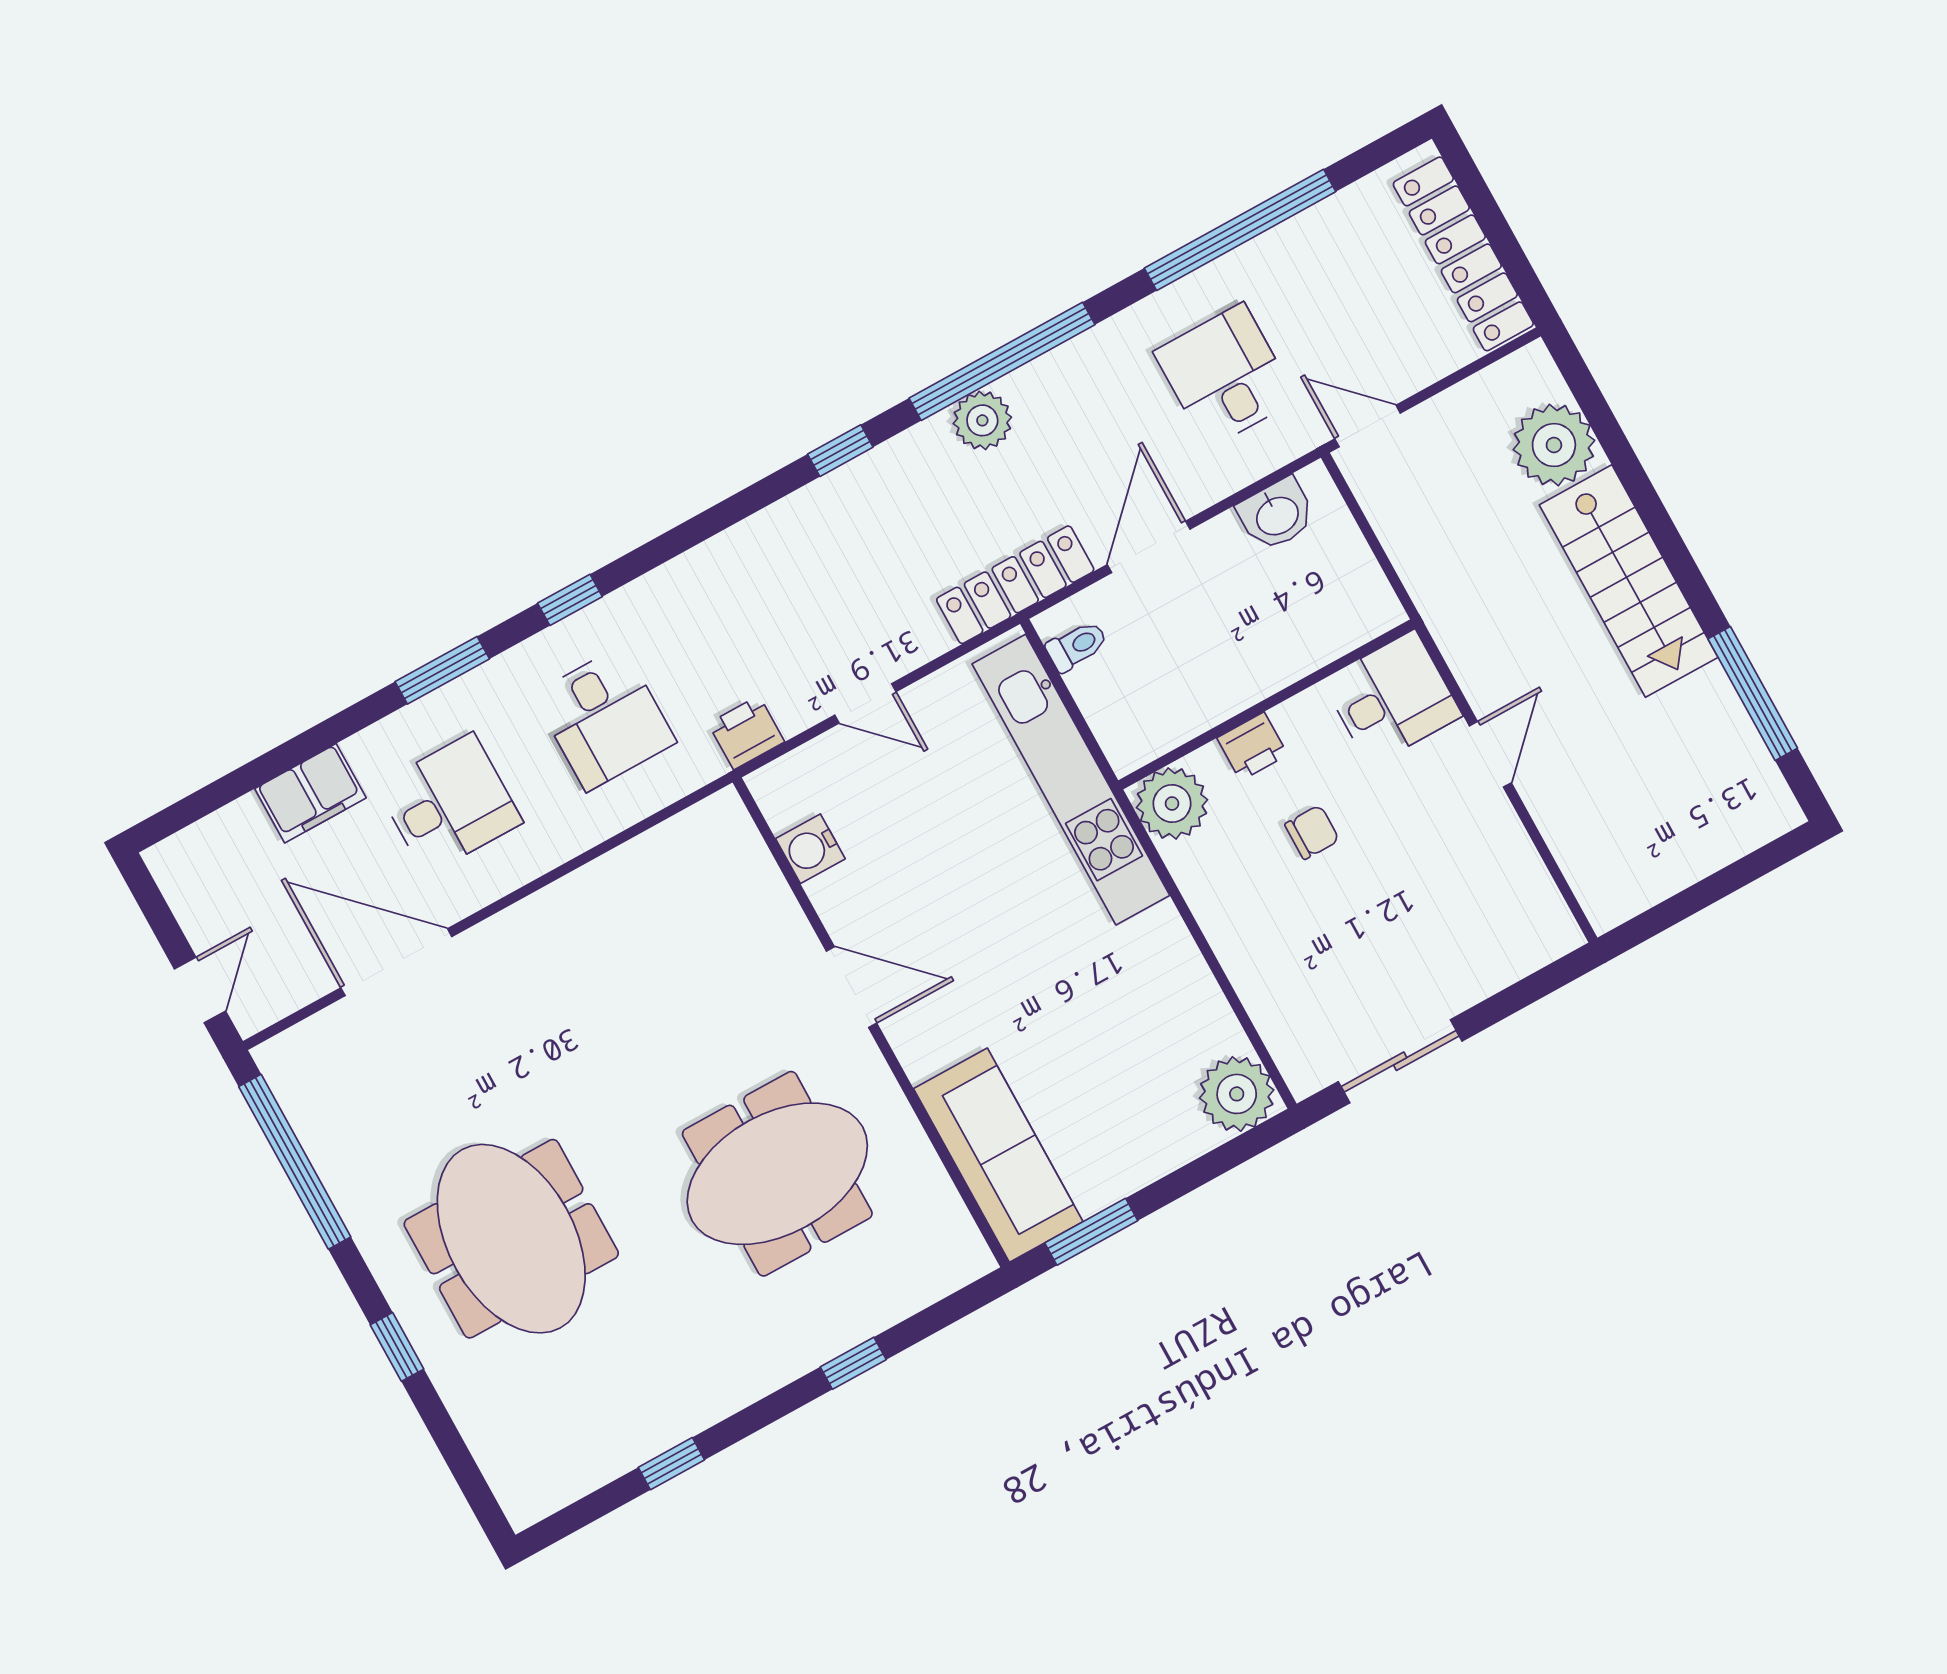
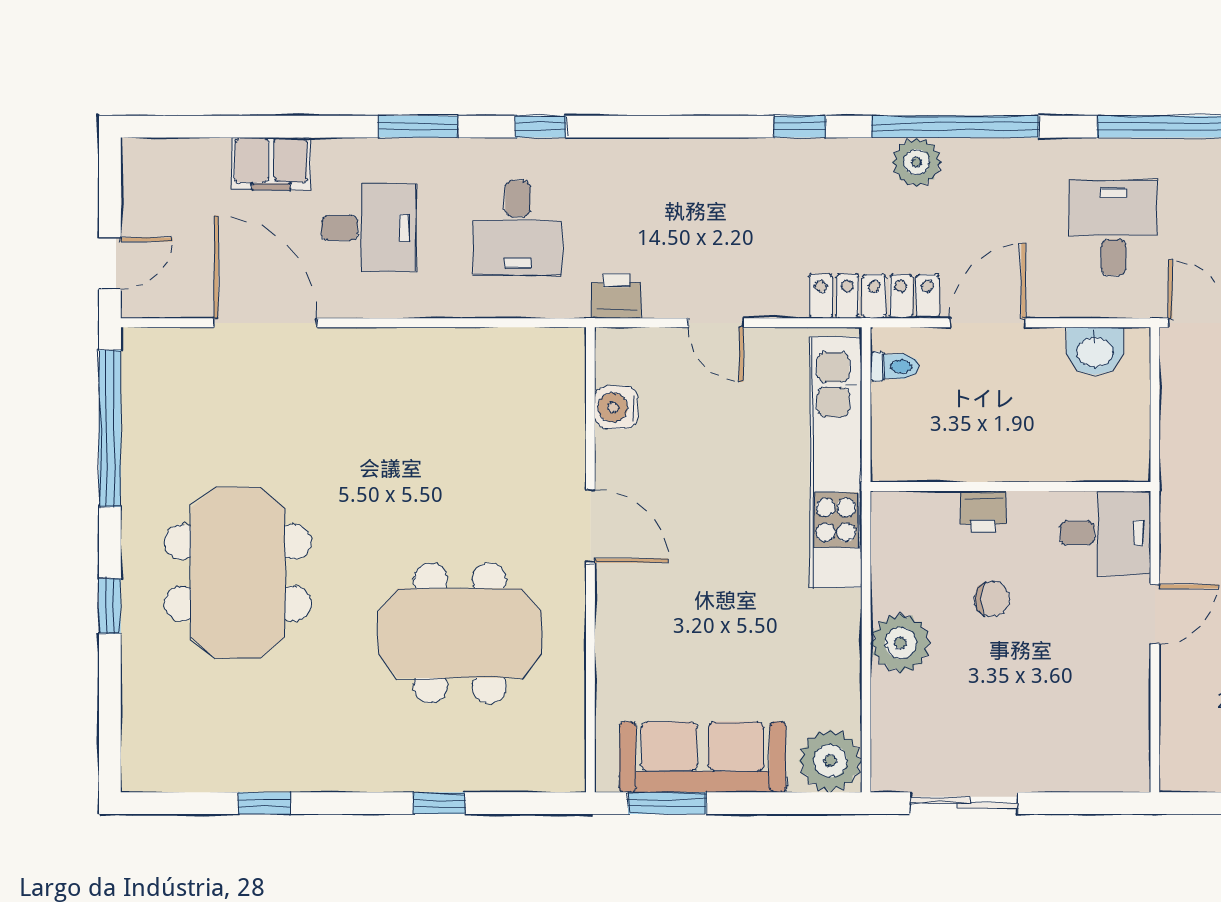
plant: (1172, 804) -> (901, 643), moved
sofa: (998, 1155) -> (703, 757), moved, turned -90

